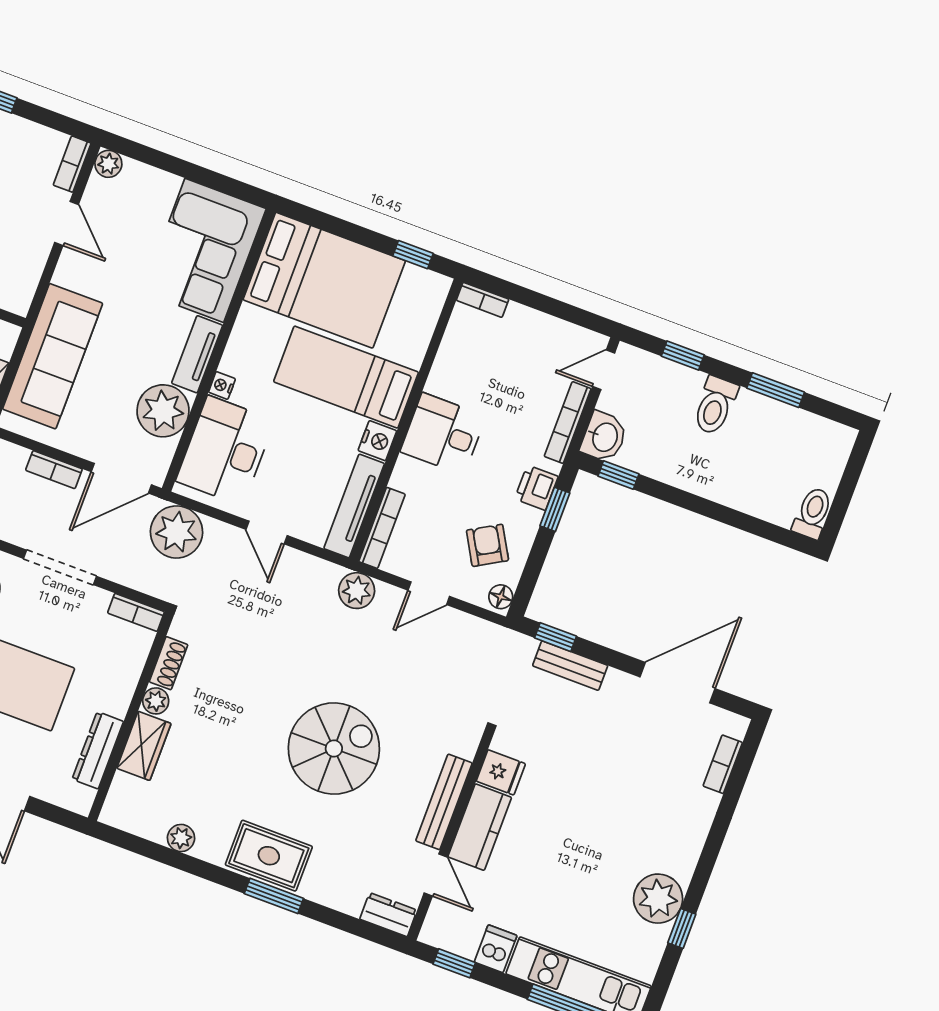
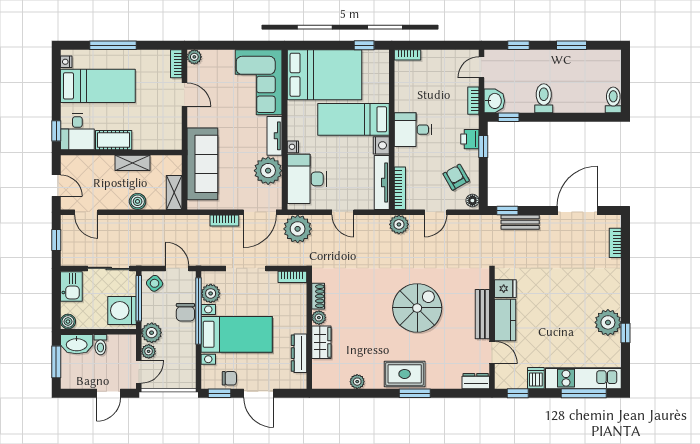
toilet: (715, 405) -> (544, 98), moved, turned 180
bookcase: (568, 423) -> (473, 101), width x0.64

